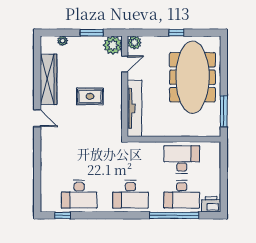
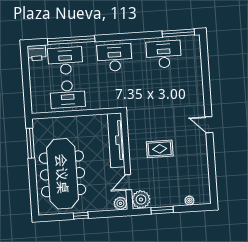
wardrobe: (49, 79) -> (200, 163), removed
window: (63, 215) -> (178, 33), width x2.17

